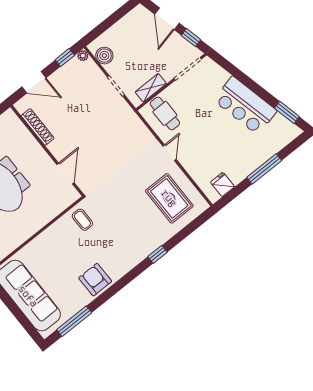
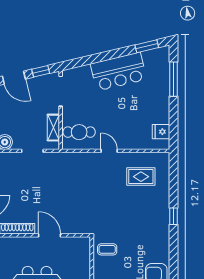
window: (264, 169) -> (174, 79), moved
door: (65, 174) -> (50, 235), moved
rug: (169, 198) -> (141, 177), width x0.73, depth x0.70

